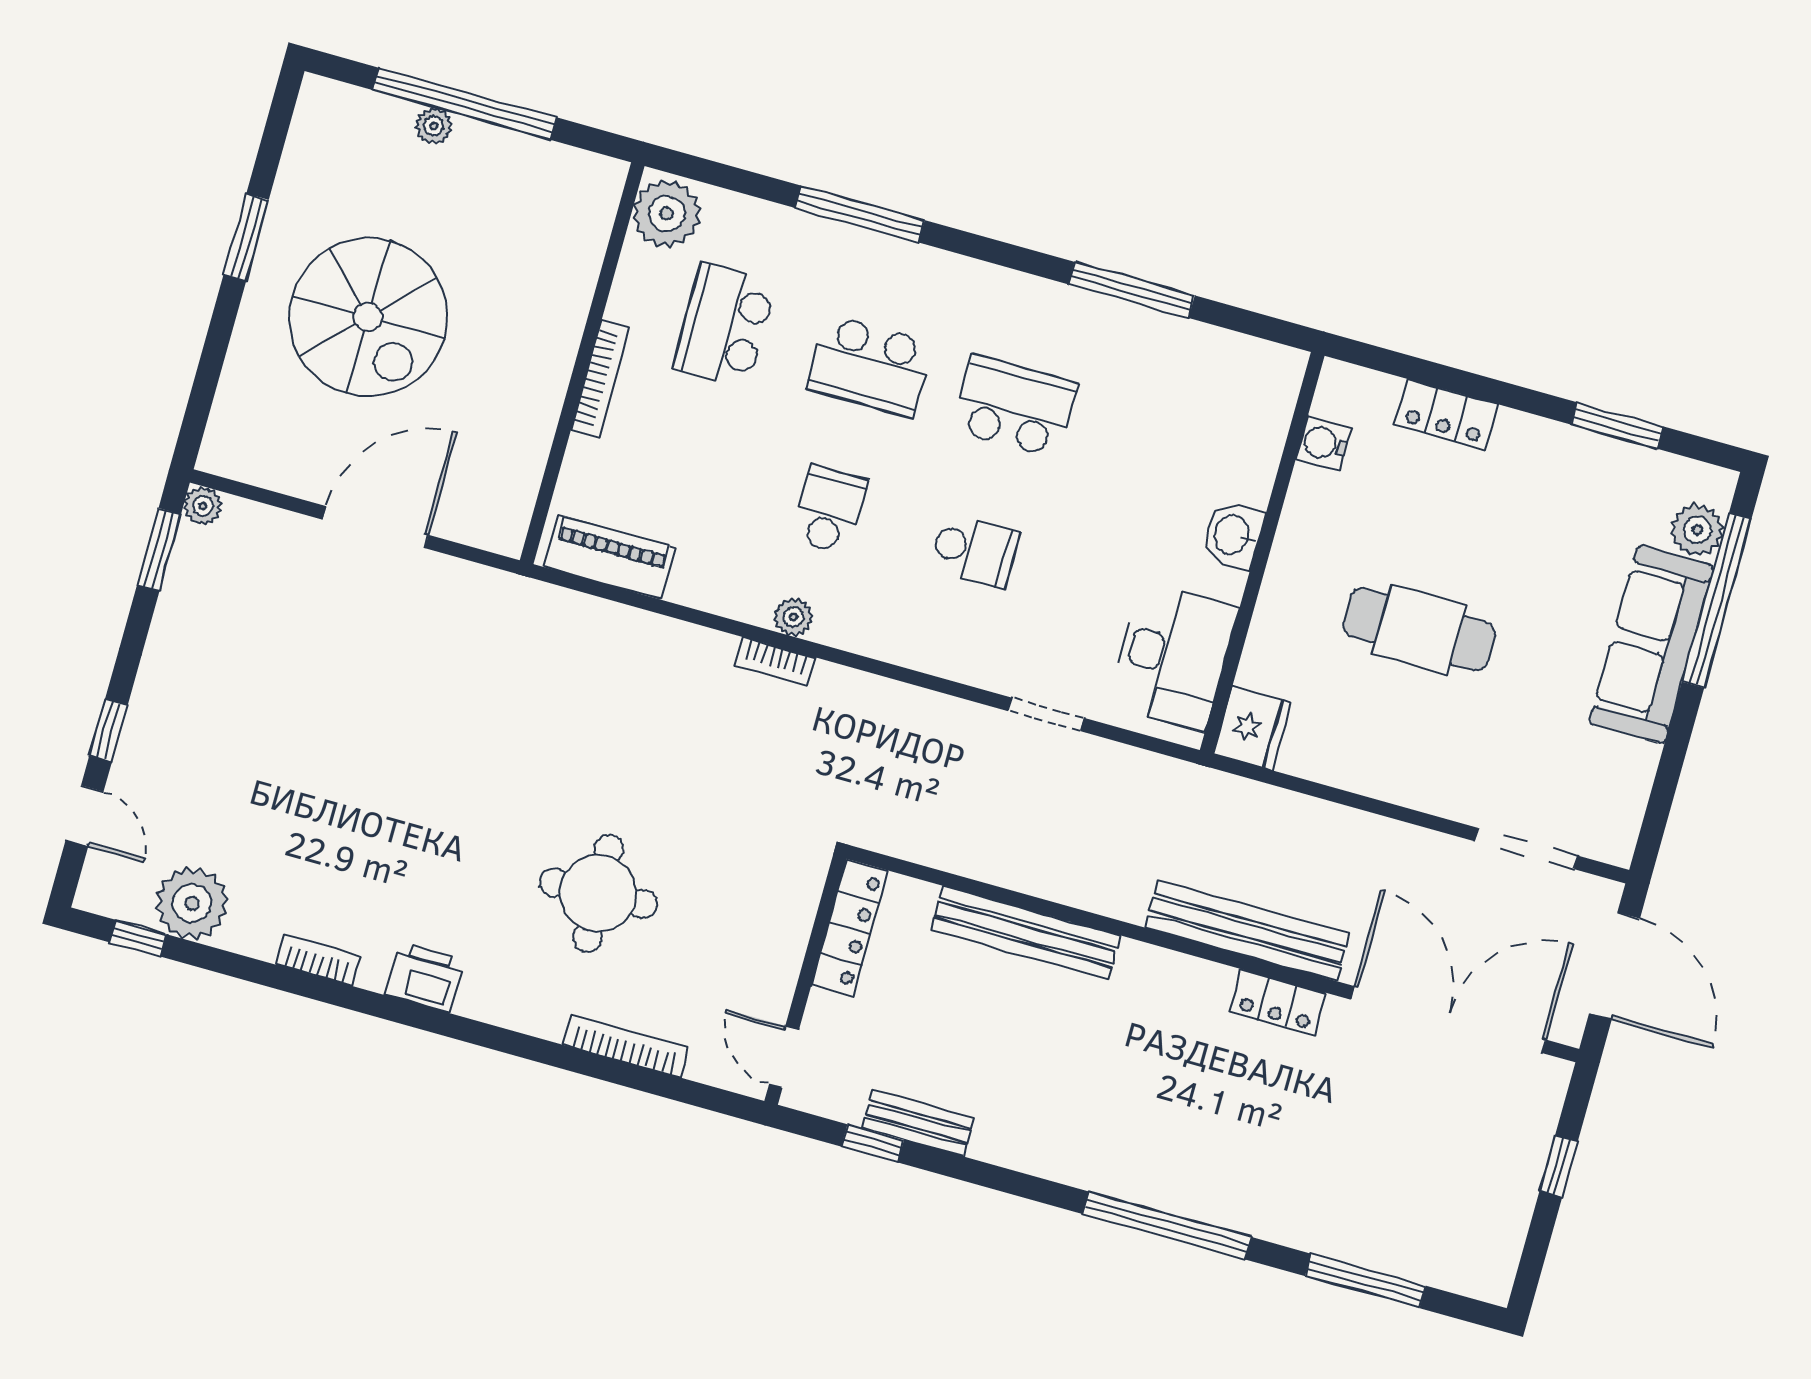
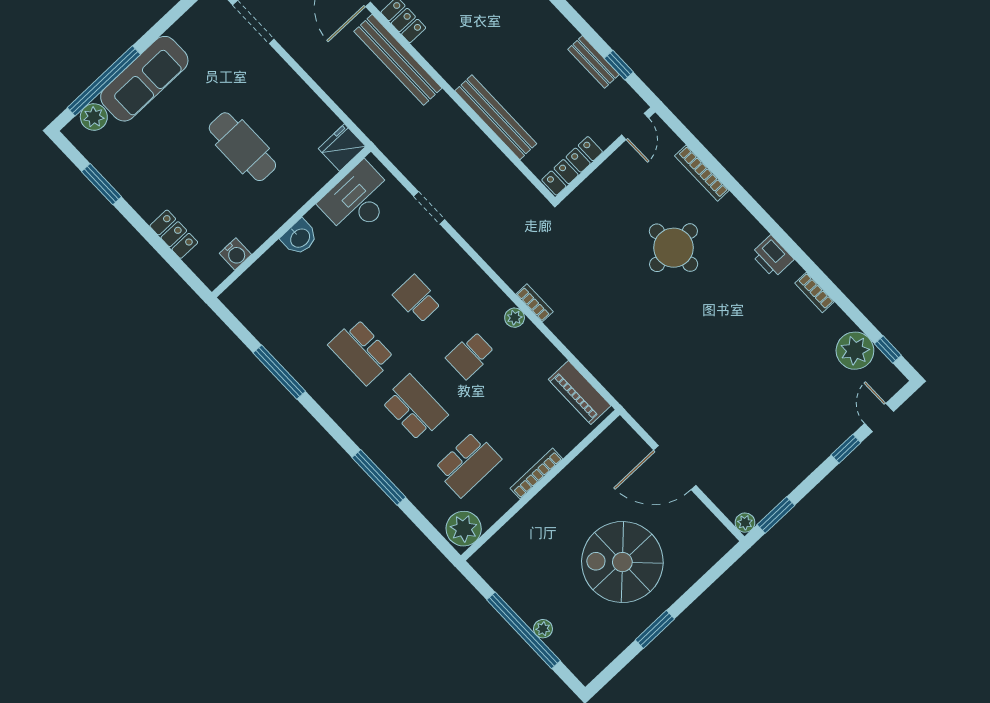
spiral stairs: (368, 317) -> (622, 562), turned -90

